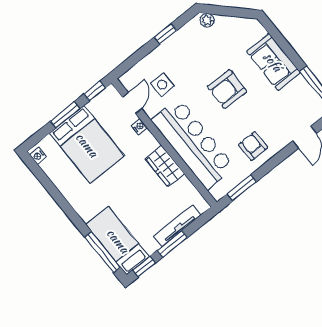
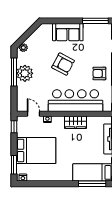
window: (166, 34) -> (14, 72), width x2.17
plant: (175, 49) -> (25, 73), added
side table: (162, 85) -> (36, 93), removed
armchair: (227, 89) -> (63, 64), turned -63
window: (65, 115) -> (14, 165), moved

